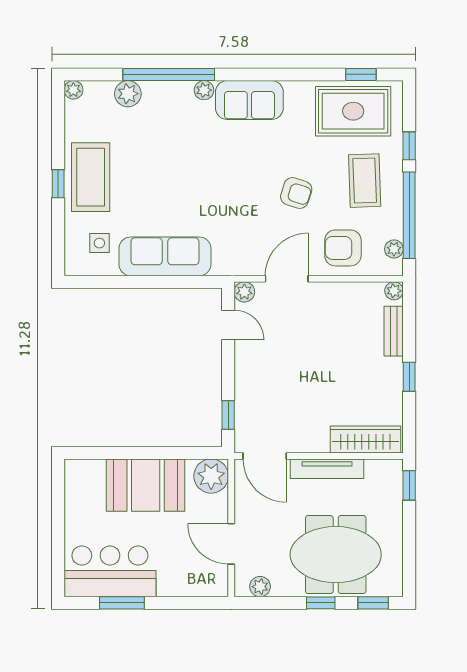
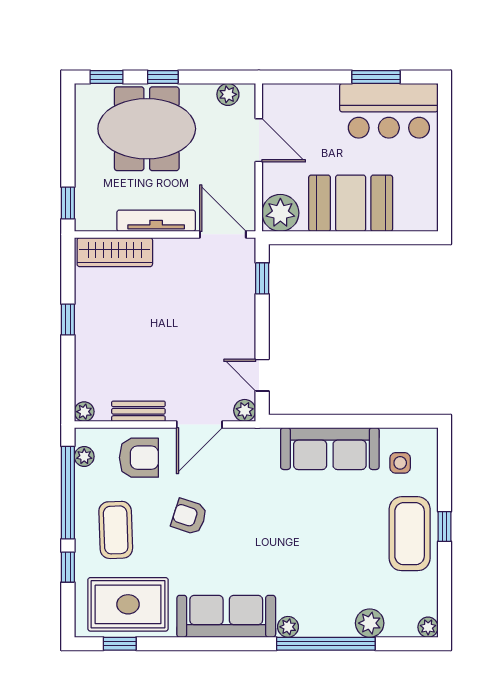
sofa: (249, 100) -> (226, 616), width x1.36
bench: (394, 331) -> (138, 411), moved, turned 90

